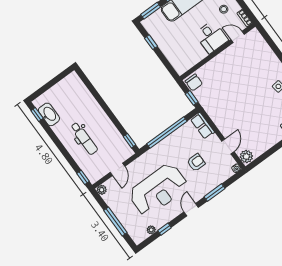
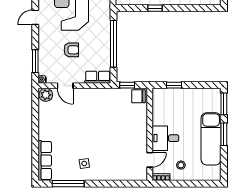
window: (151, 42) -> (174, 85), moved
window: (130, 141) -> (155, 8), moved
armchair: (196, 162) -> (71, 50), turned -90
window: (214, 193) -> (35, 61), moved
door: (191, 210) -> (35, 17), swing flipped

